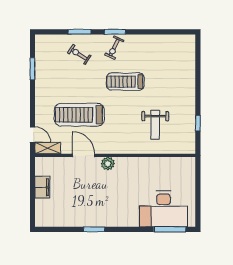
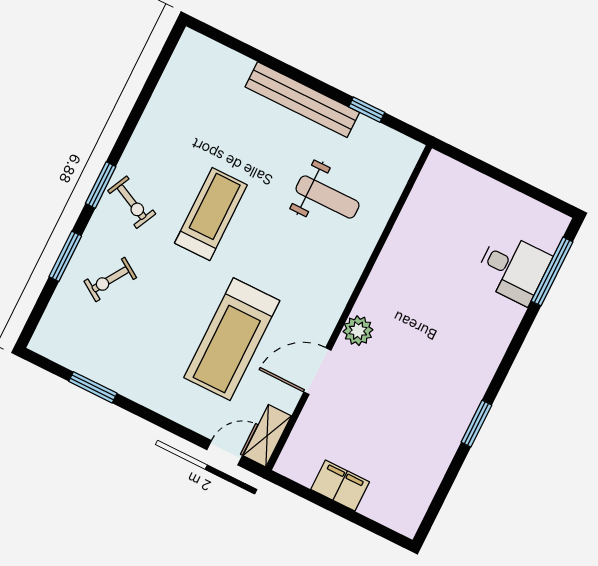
treadmill: (125, 82) -> (211, 214), turned 180
bench: (189, 95) -> (302, 100), added
desk: (163, 209) -> (513, 268), width x0.53, depth x0.77

